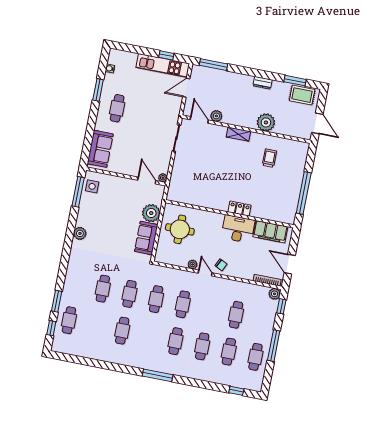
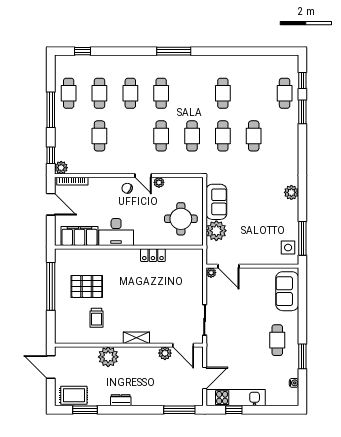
pallet: (273, 187) -> (87, 286), added
locker: (240, 209) -> (153, 255), moved

